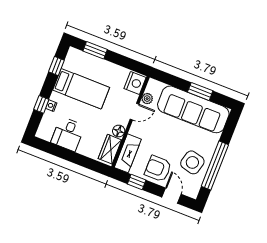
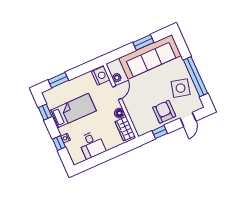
fireplace: (128, 153) -> (138, 121), removed
armchair: (158, 169) -> (164, 112), turned 90
door: (171, 196) -> (188, 120), swing flipped

